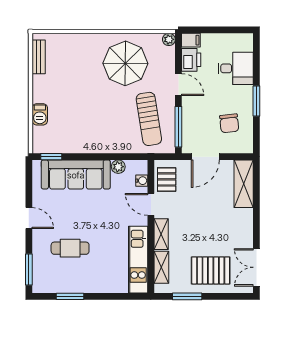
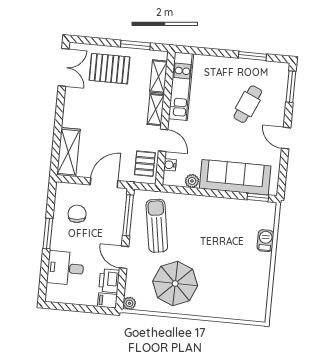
bench: (39, 57) -> (261, 298), removed
cafe table: (70, 248) -> (248, 104), turned -66

